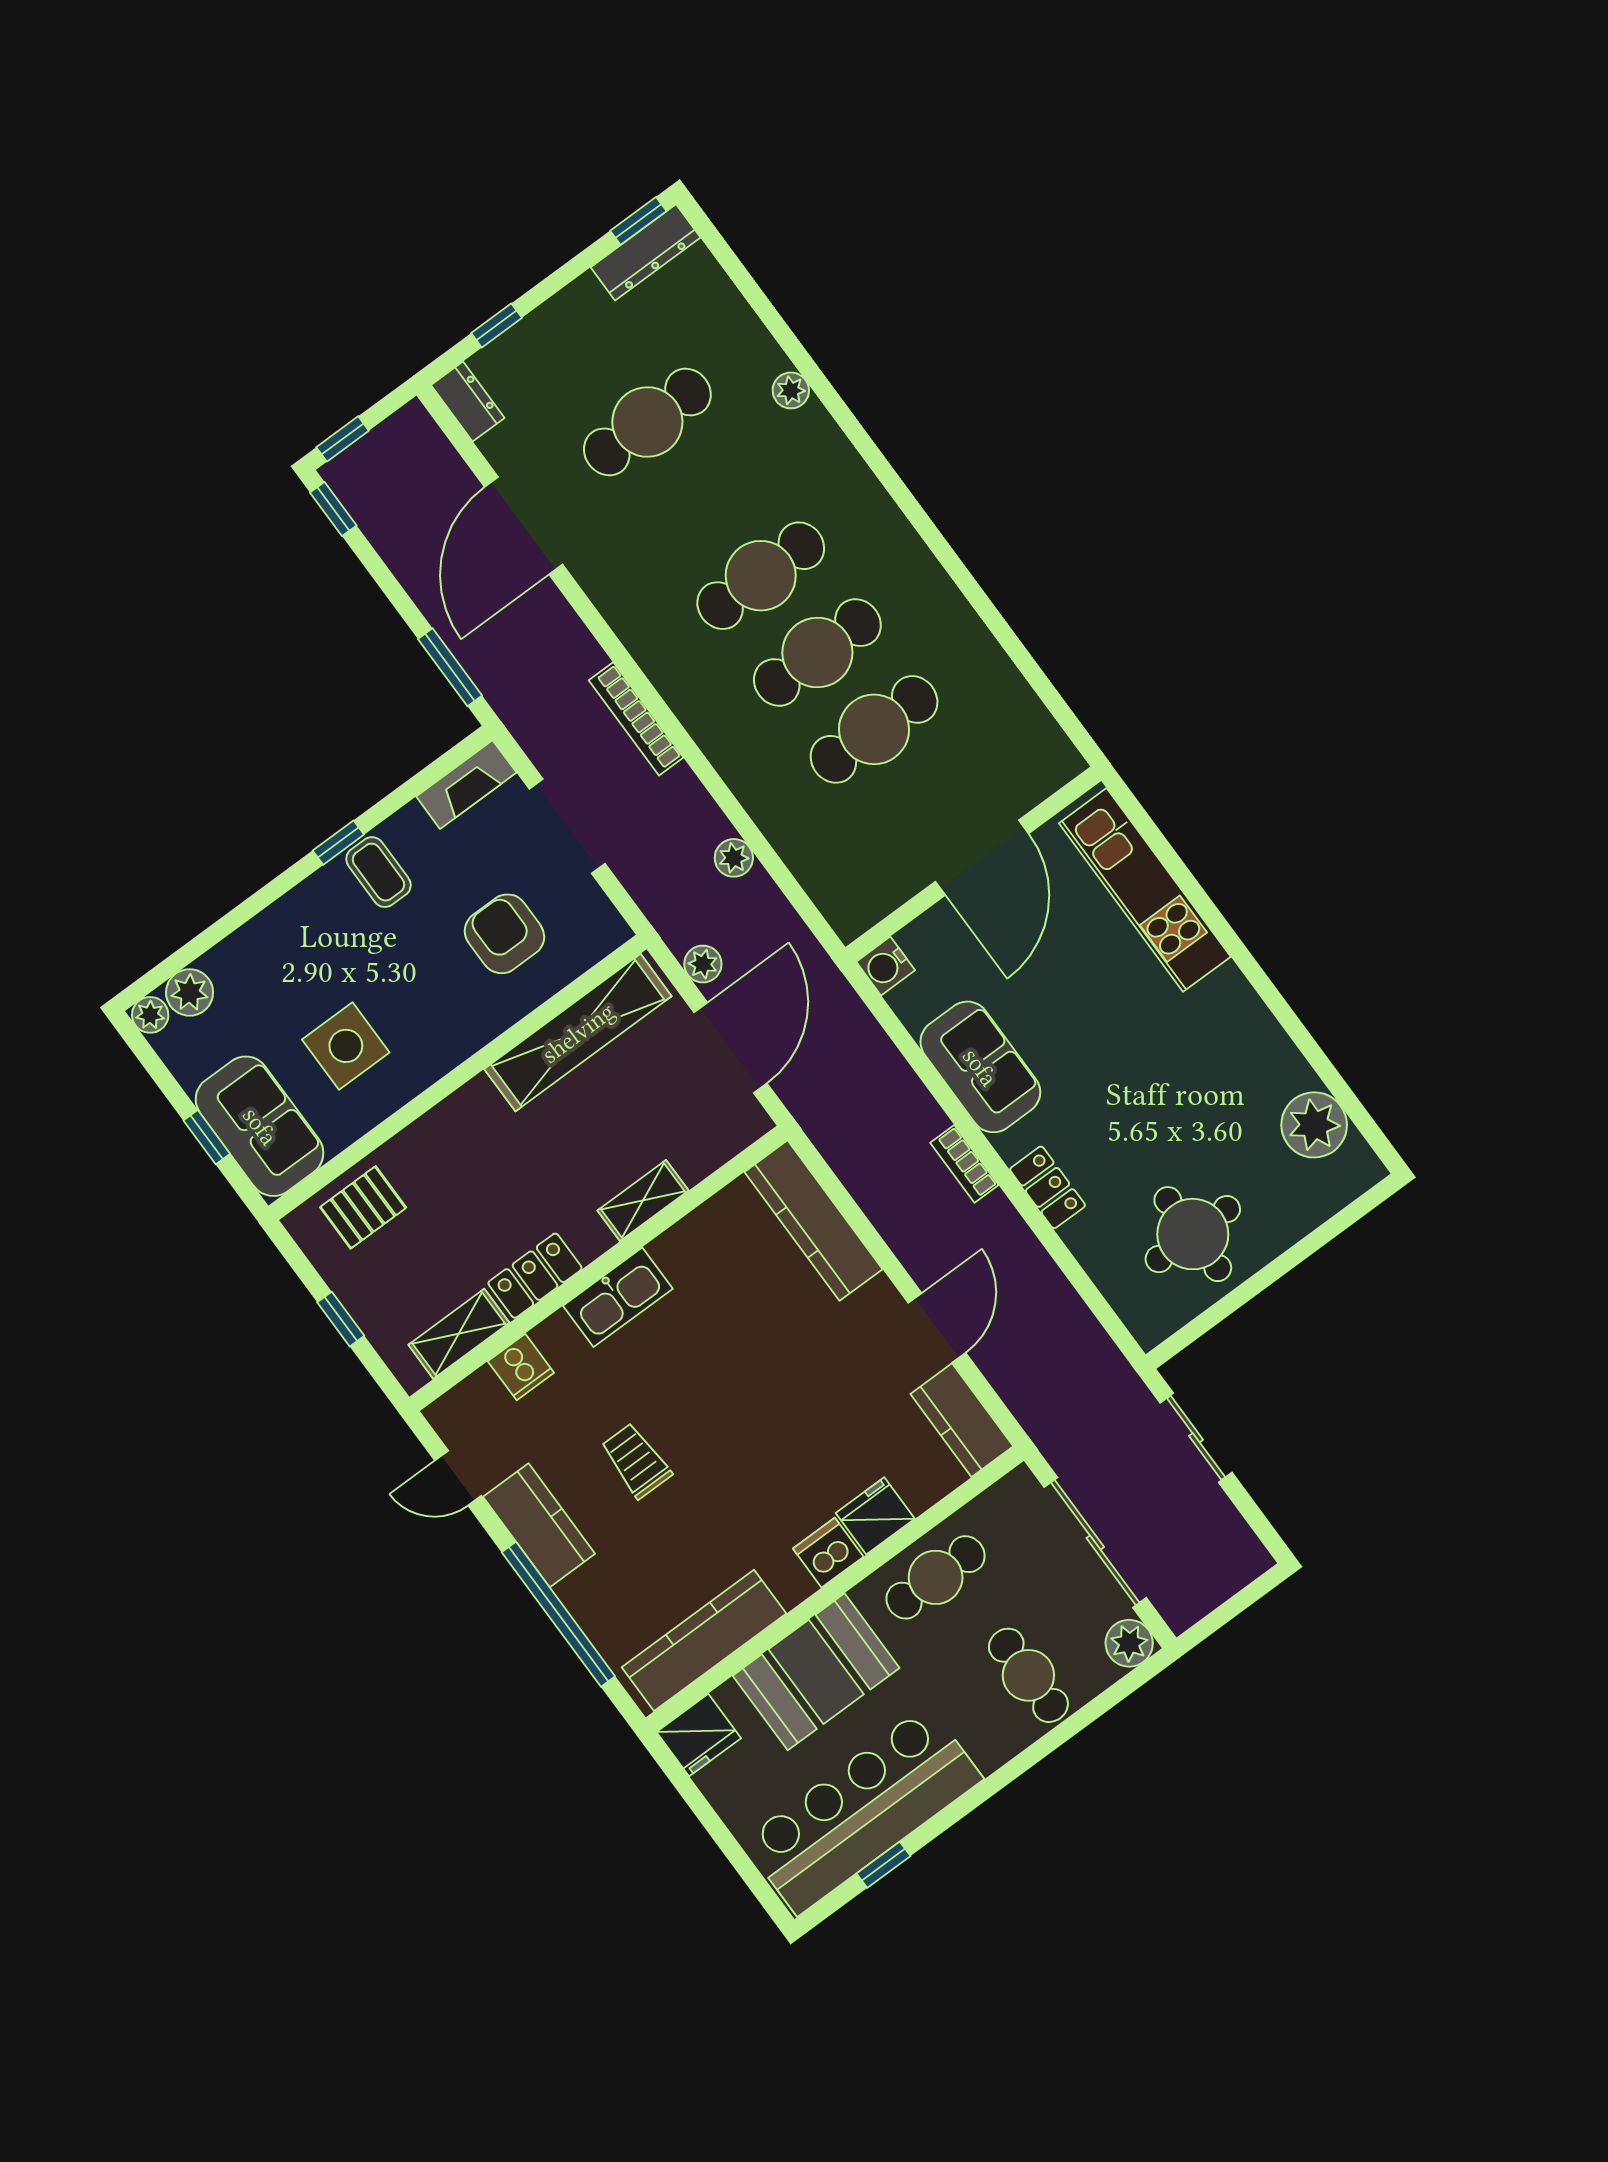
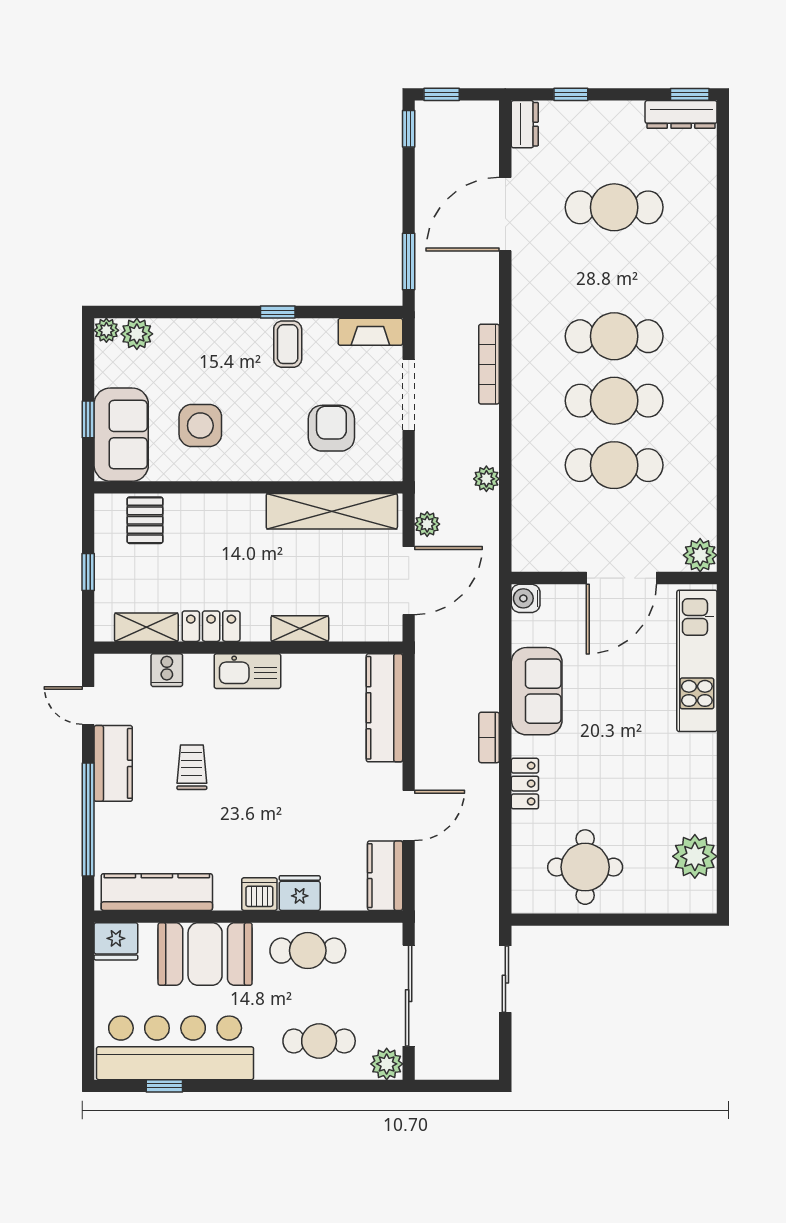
plant: (791, 390) -> (700, 555), moved, width x1.38, depth x1.38
pallet: (363, 1207) -> (145, 520), turned 90
cafe table: (1028, 1675) -> (319, 1041), turned 90

